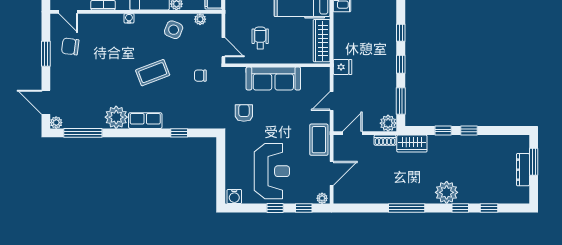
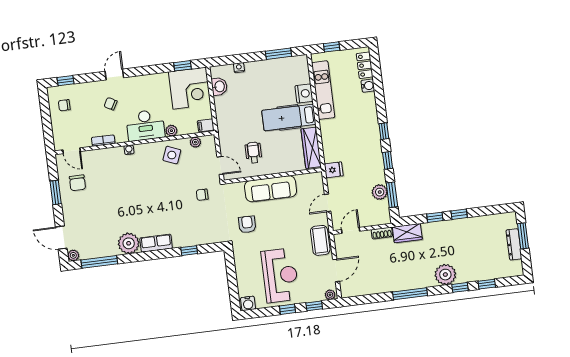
chair: (70, 46) -> (77, 183), turned -97
coffee table: (153, 73) -> (157, 198), removed
plant: (388, 123) -> (380, 192), moved

